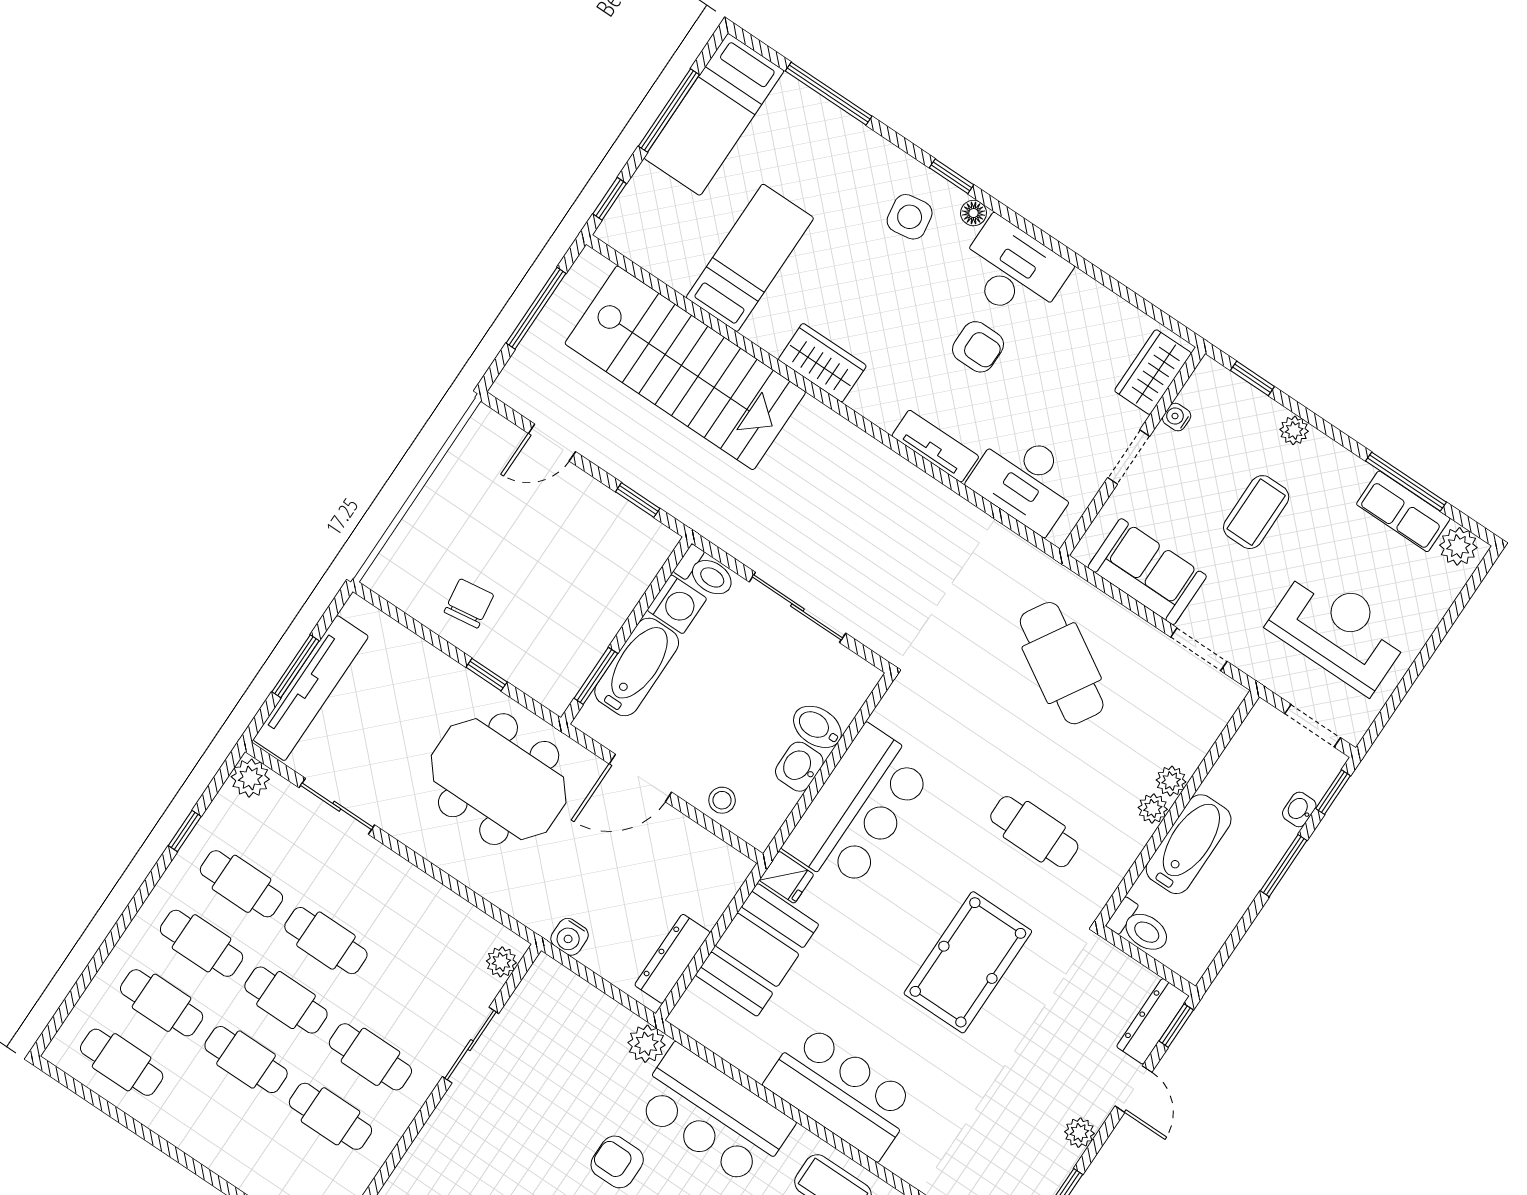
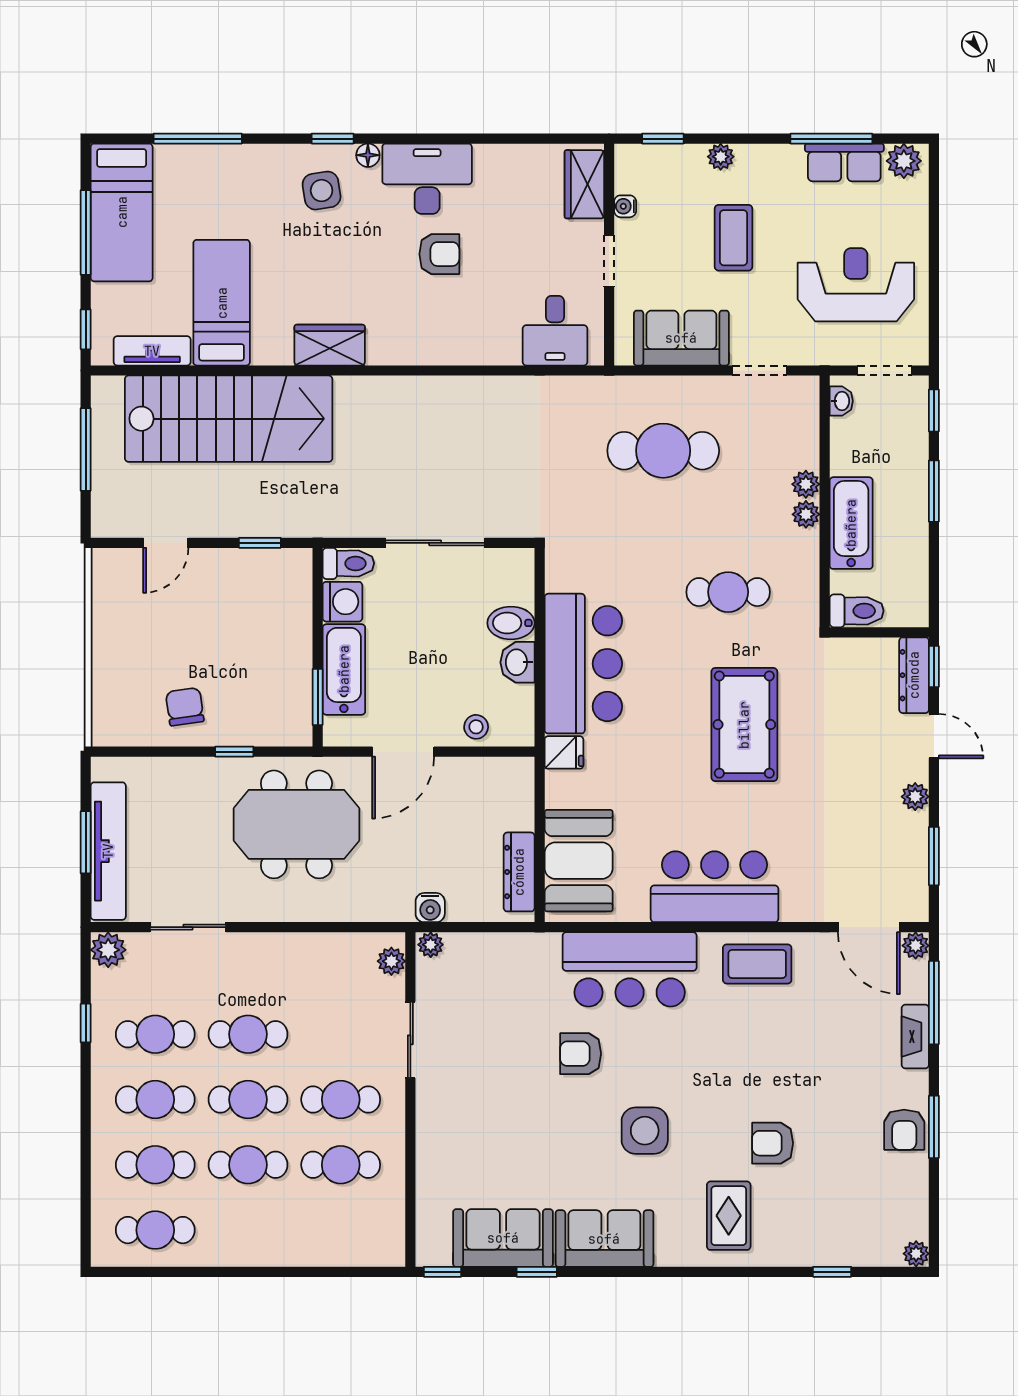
tv unit: (935, 446) -> (152, 351), moved
desk: (1026, 480) -> (555, 331), width x0.73
cafe table: (1062, 663) -> (663, 451), turned -31
washbasin: (1299, 809) -> (841, 401), moved, turned 180
booth: (757, 950) -> (579, 861), moved
plant: (646, 1044) -> (431, 945), moved, width x0.73, depth x0.73

